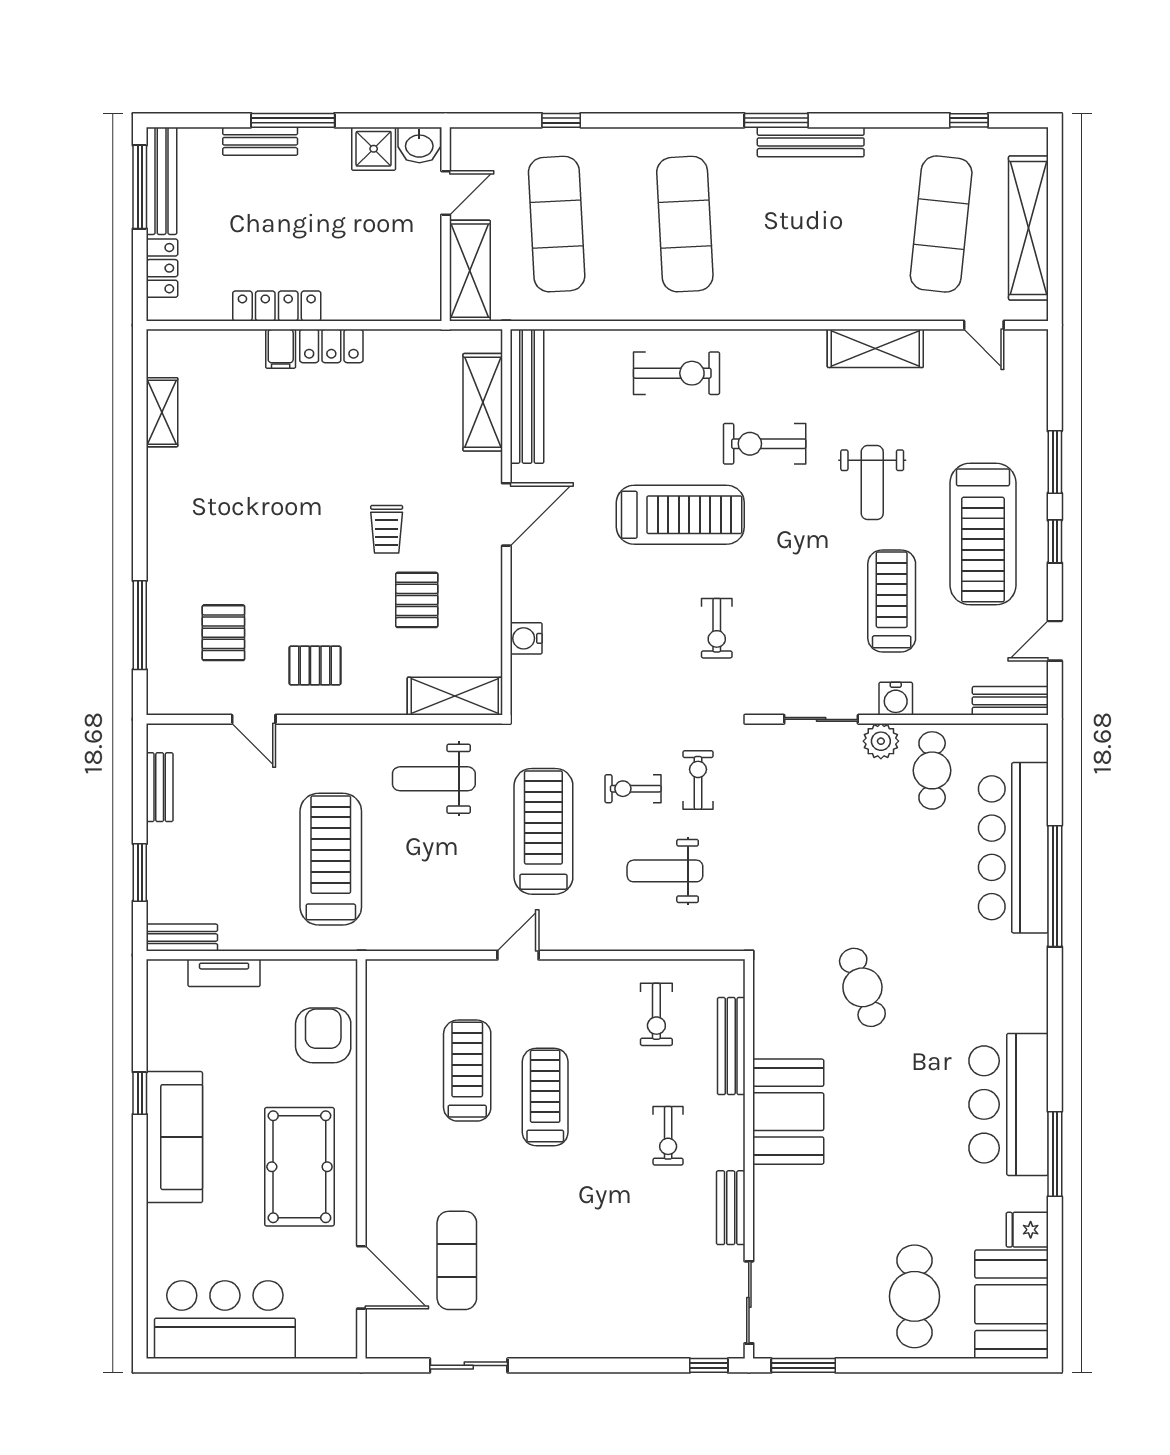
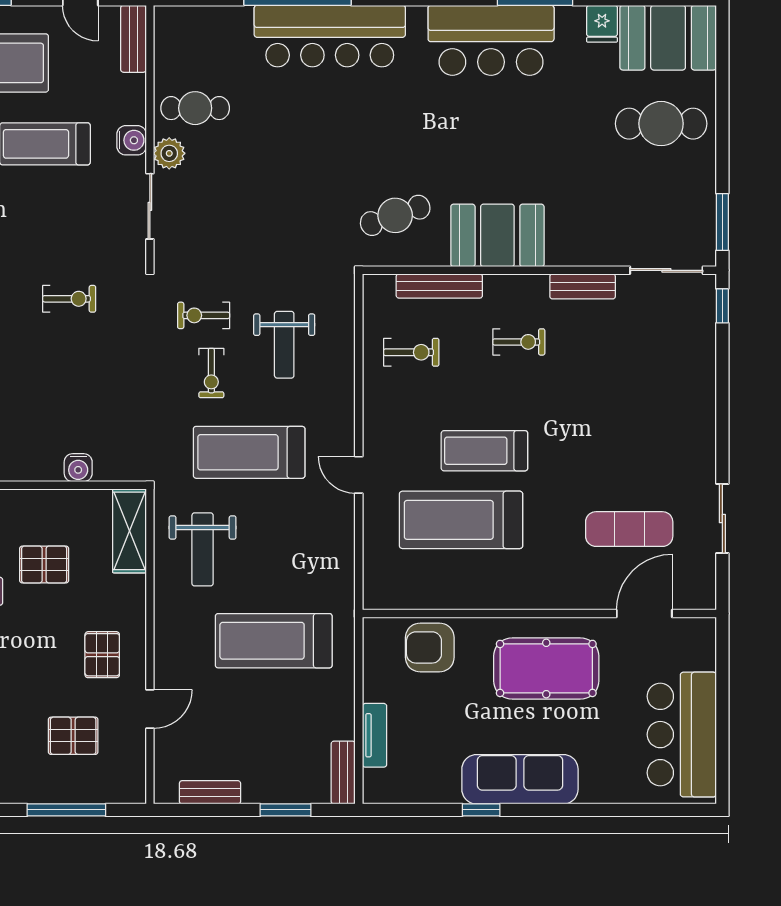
bar counter: (1013, 848) -> (330, 36), moved
cafe table: (862, 987) -> (395, 215), moved
treadmill: (467, 1071) -> (461, 520), width x1.37, depth x1.38

